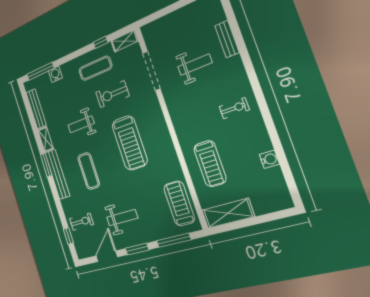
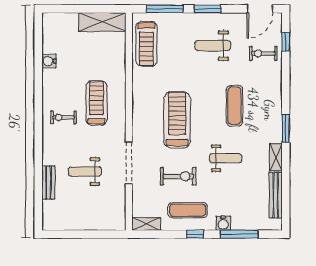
window: (100, 42) -> (195, 234), moved
window: (40, 71) -> (239, 234), moved
doorway: (151, 71) -> (129, 163), moved
water cooler: (55, 74) -> (223, 223), moved
treadmill: (210, 164) -> (96, 103), moved
bench: (57, 174) -> (275, 114), removed
door: (107, 256) -> (260, 9), moved

